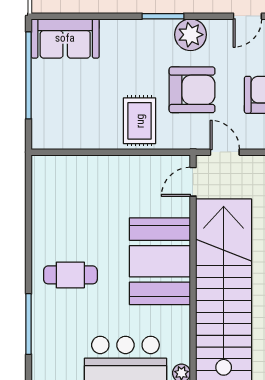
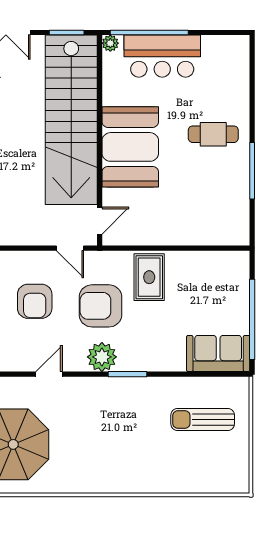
window: (29, 324) -> (252, 171), moved

